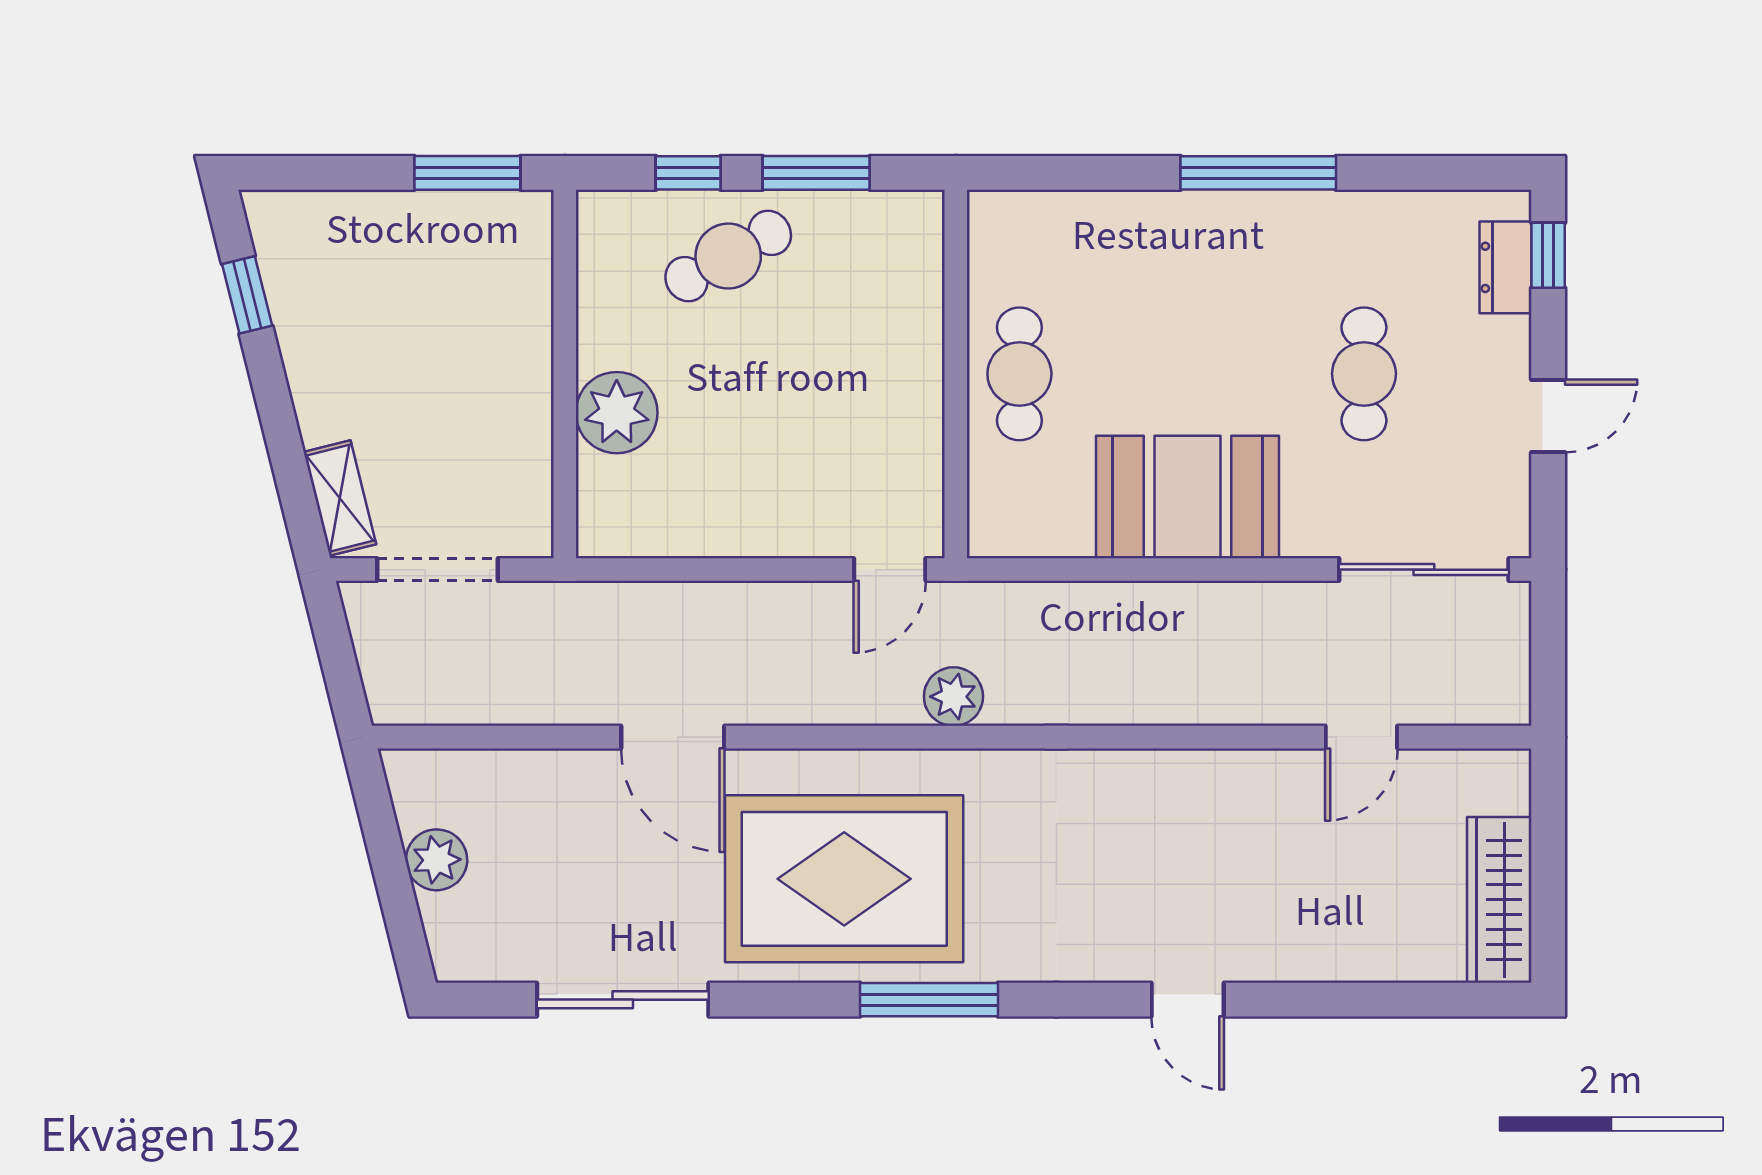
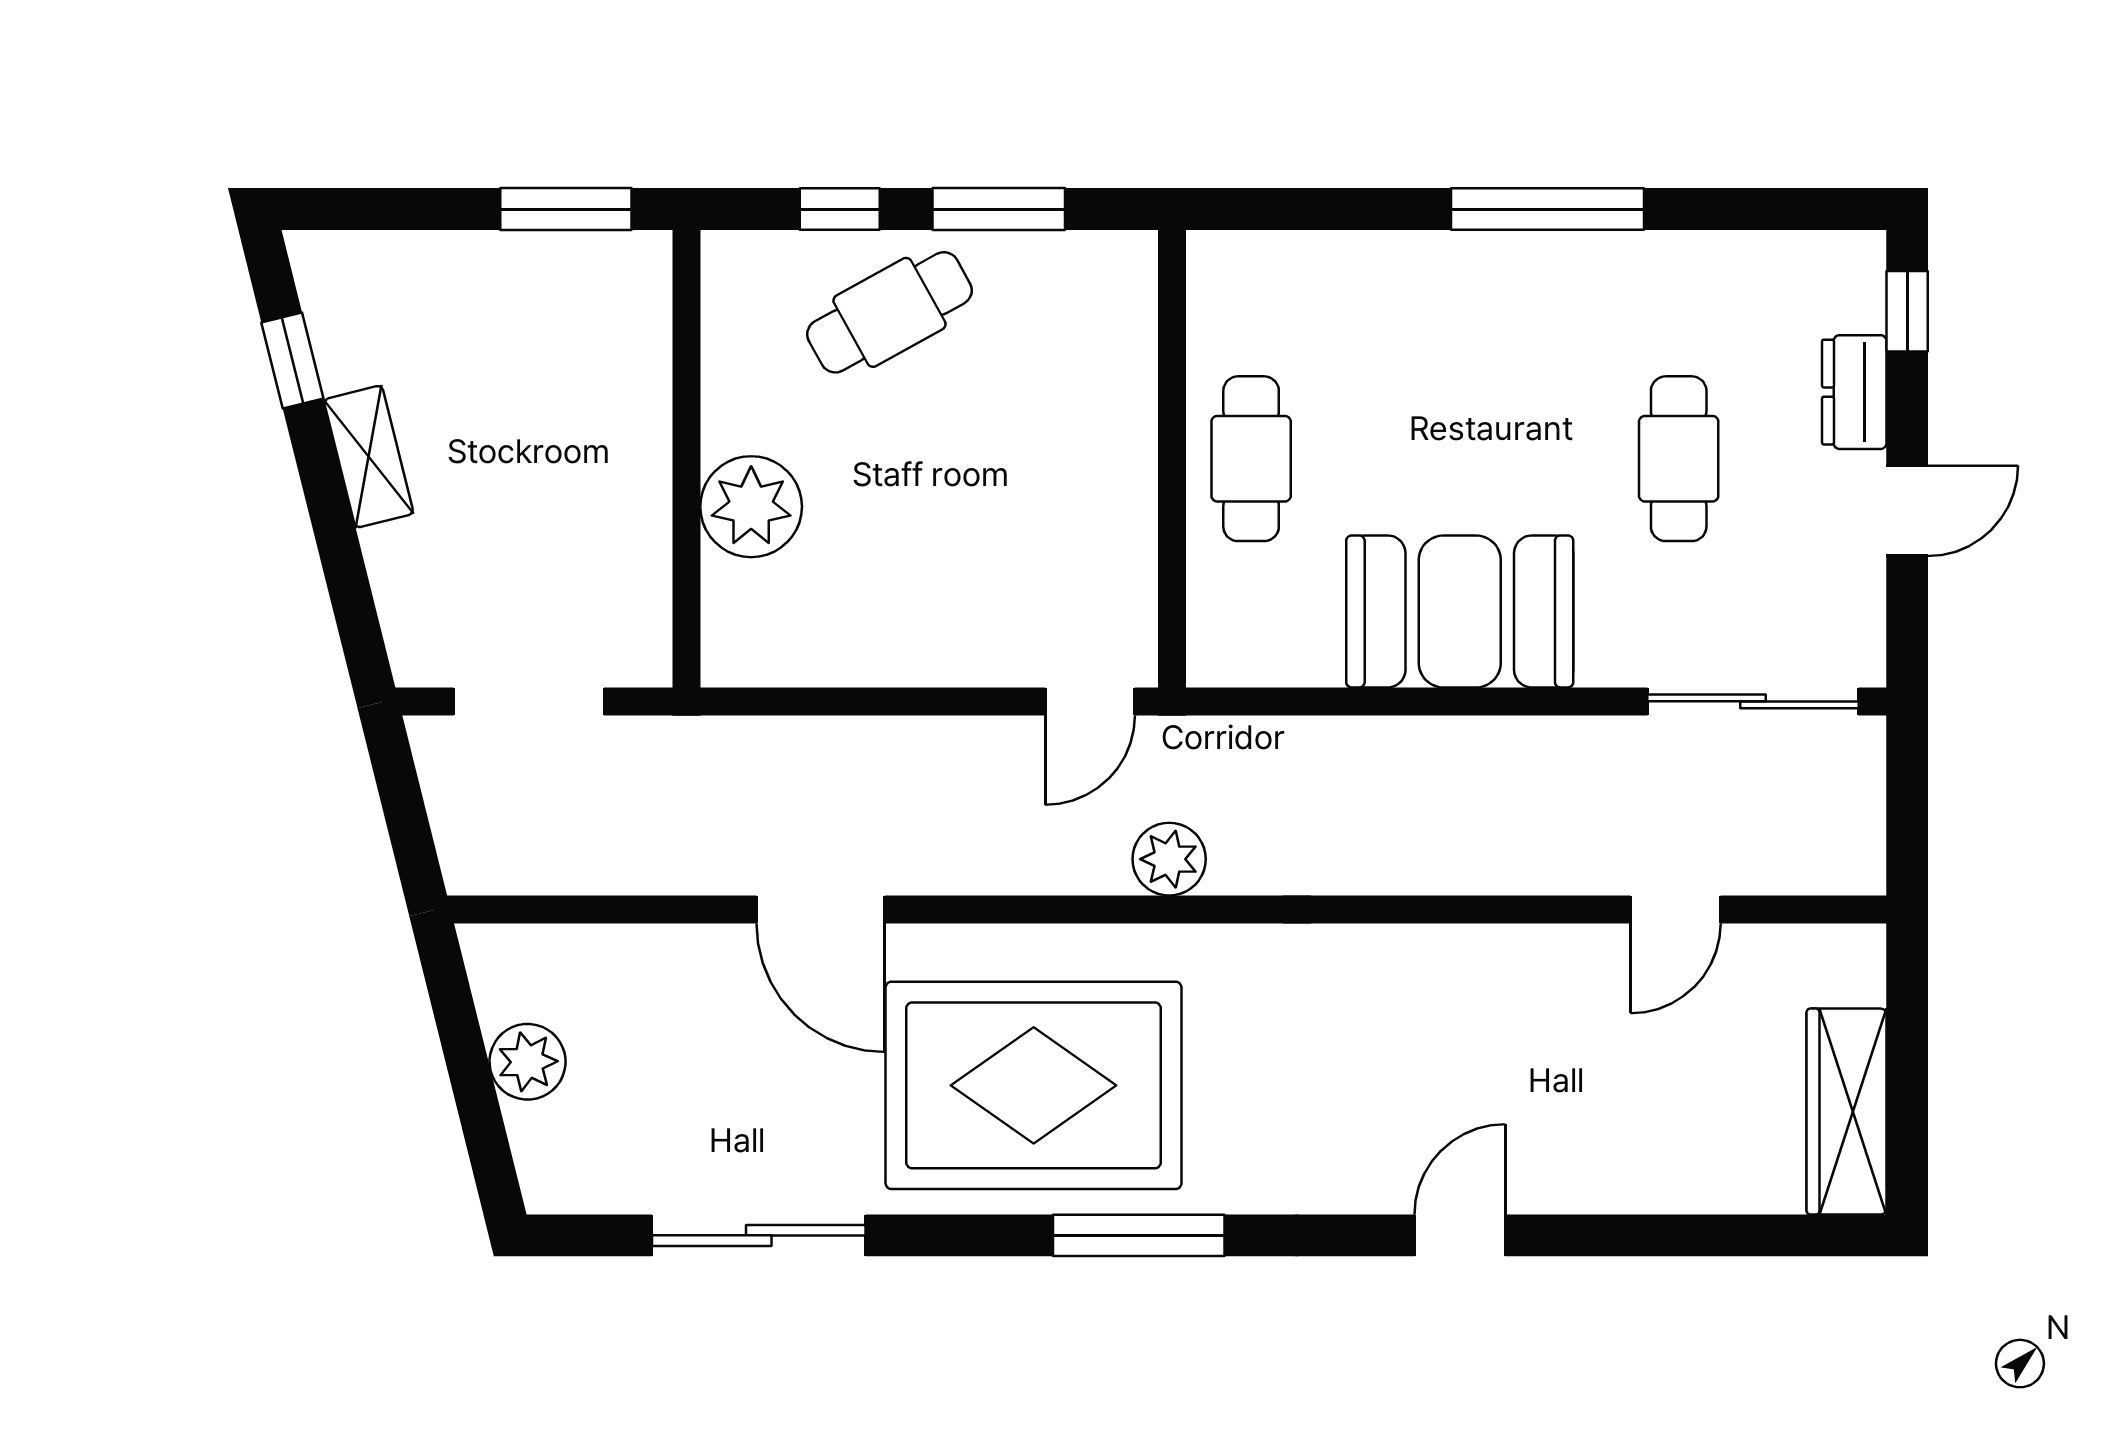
dresser: (1505, 267) -> (1854, 392), moved
shelving: (340, 498) -> (369, 457), moved
door: (1188, 1000) -> (1460, 1235), swing flipped

